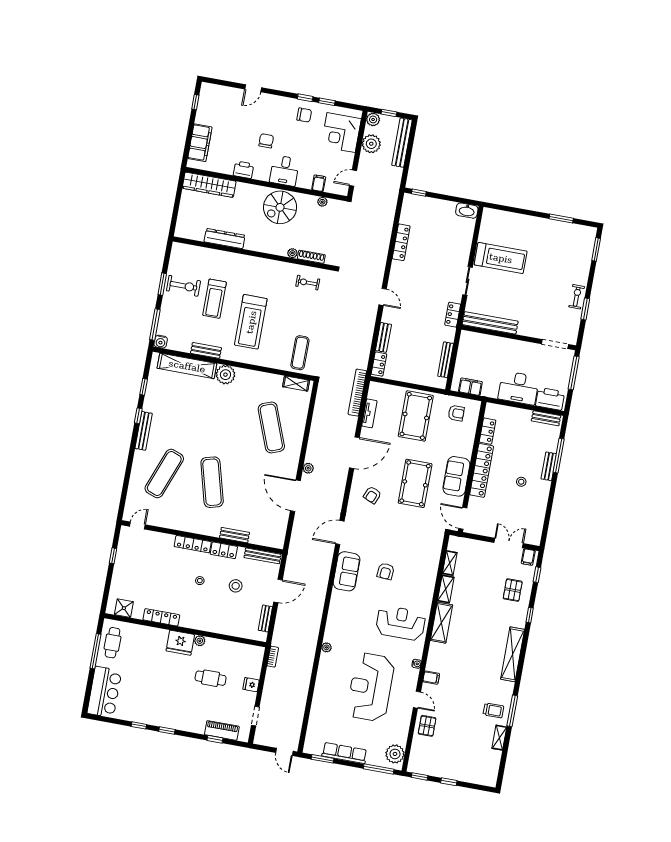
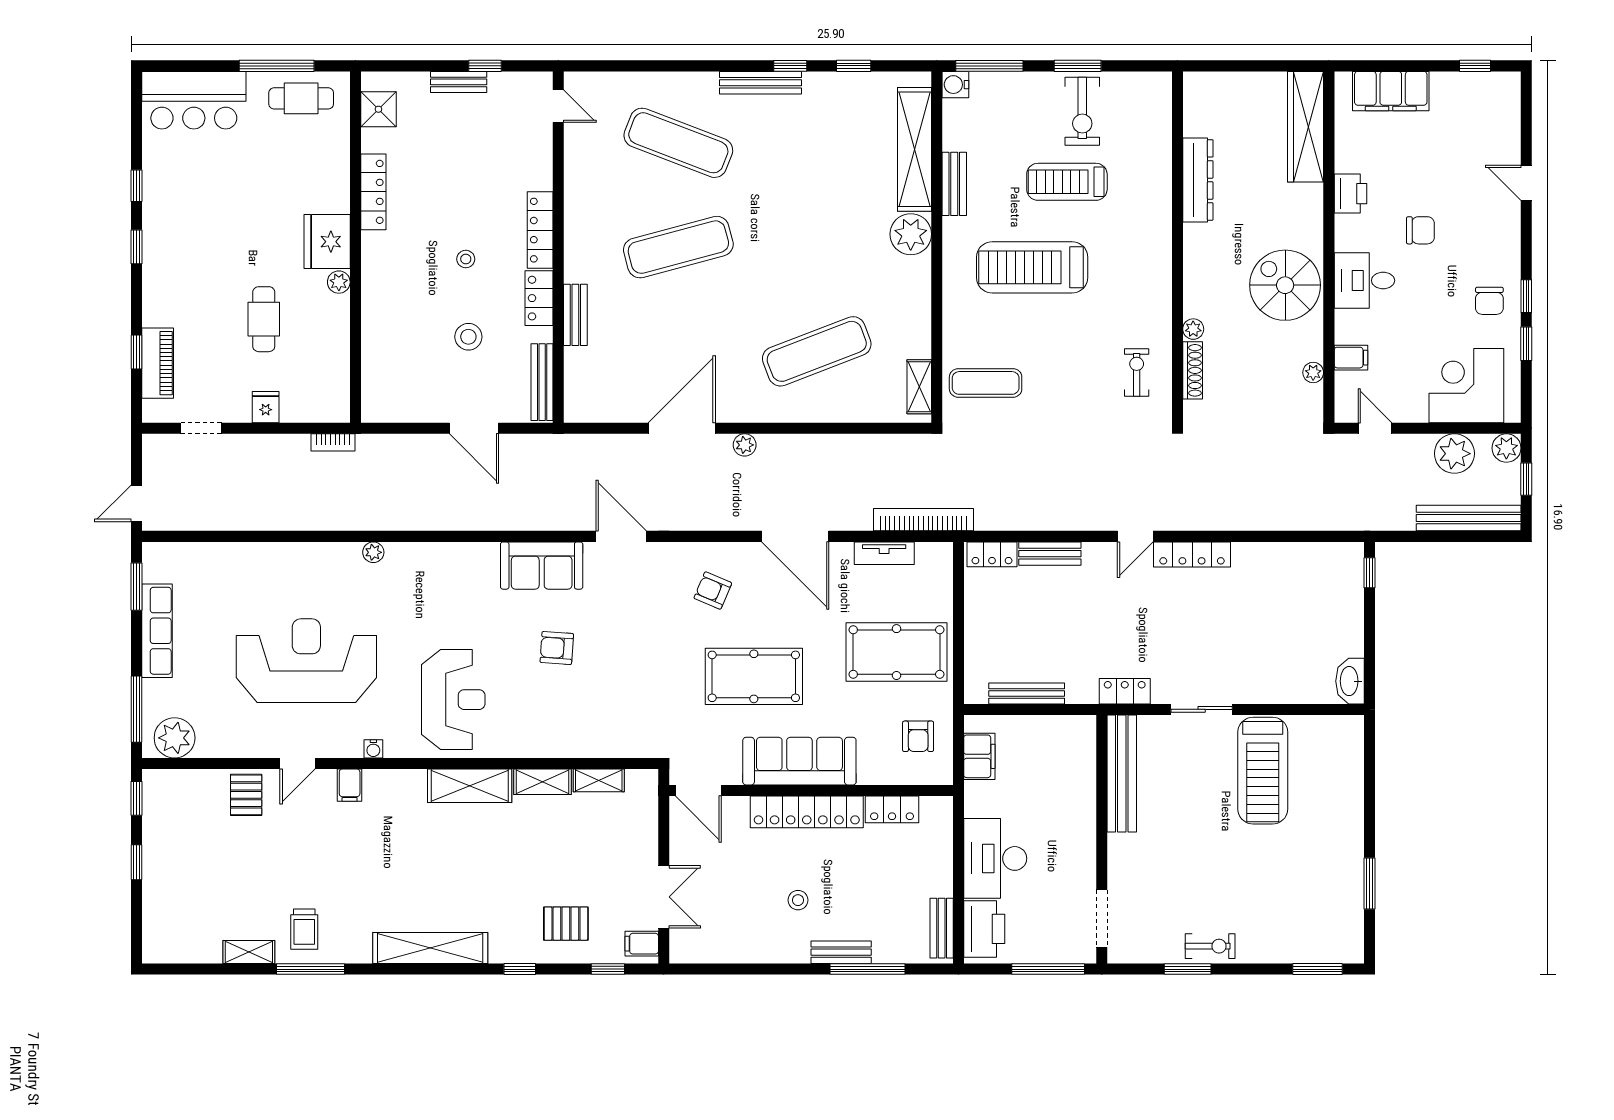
locker: (401, 242) -> (1192, 554), moved
sofa: (456, 476) -> (799, 761), width x1.36
door: (463, 518) -> (698, 791), swing flipped
bench: (265, 618) -> (459, 82), moved
pallet: (427, 726) -> (246, 795), turned 90

